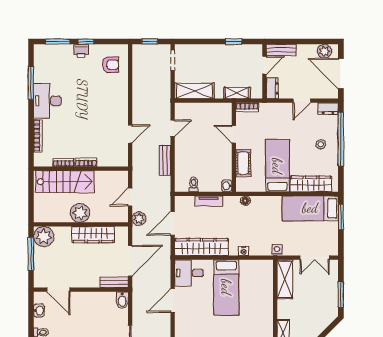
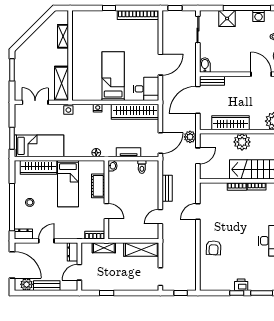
bench: (281, 50) -> (47, 286), moved
armchair: (111, 65) -> (214, 248), moved, turned -88
door: (173, 223) -> (160, 143), moved

